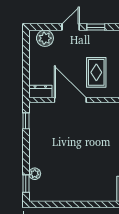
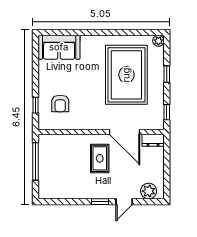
rug: (68, 160) -> (126, 75), added
plant: (35, 174) -> (158, 41), moved
window: (26, 184) -> (167, 74), moved

